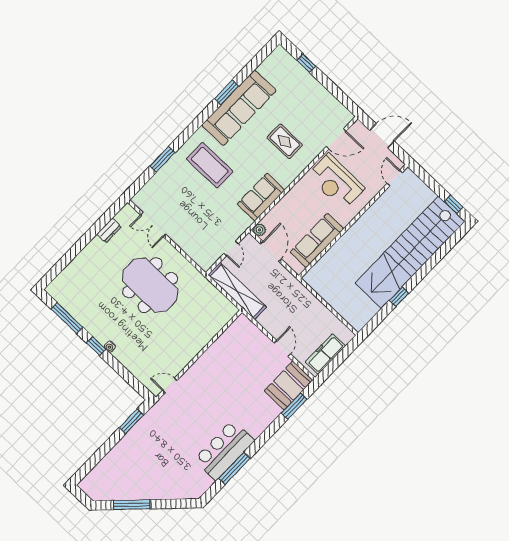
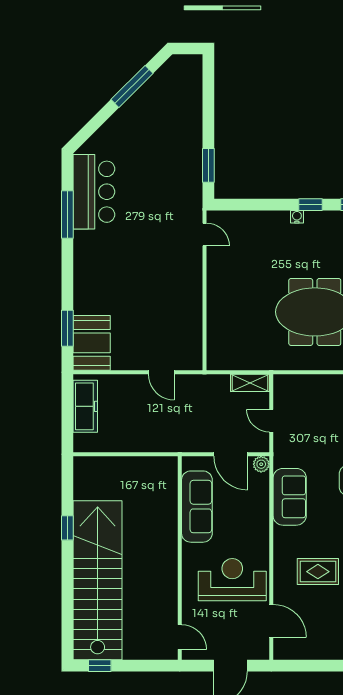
door: (336, 139) -> (271, 621), swing flipped
shelving: (237, 291) -> (250, 383), width x0.45, depth x0.75
door: (282, 348) -> (161, 372), moved
door: (170, 385) -> (205, 235), hinge flipped
bar counter: (224, 450) -> (94, 192), moved

